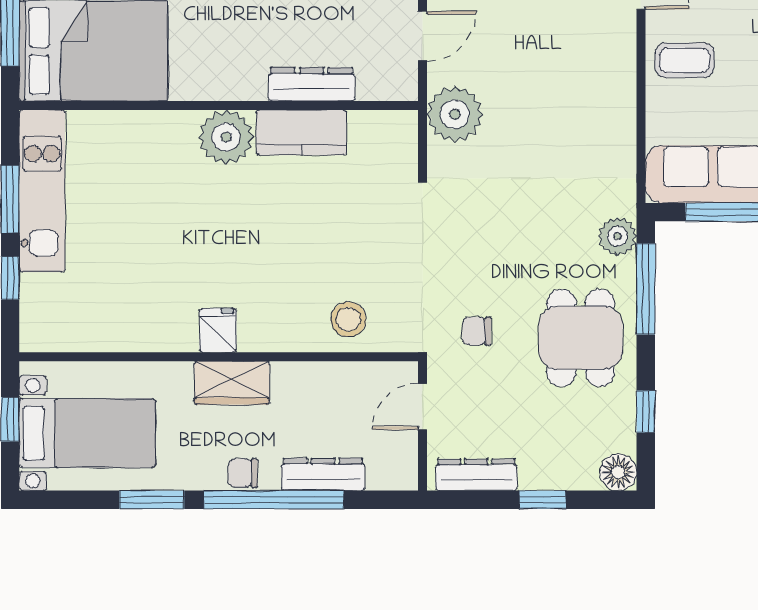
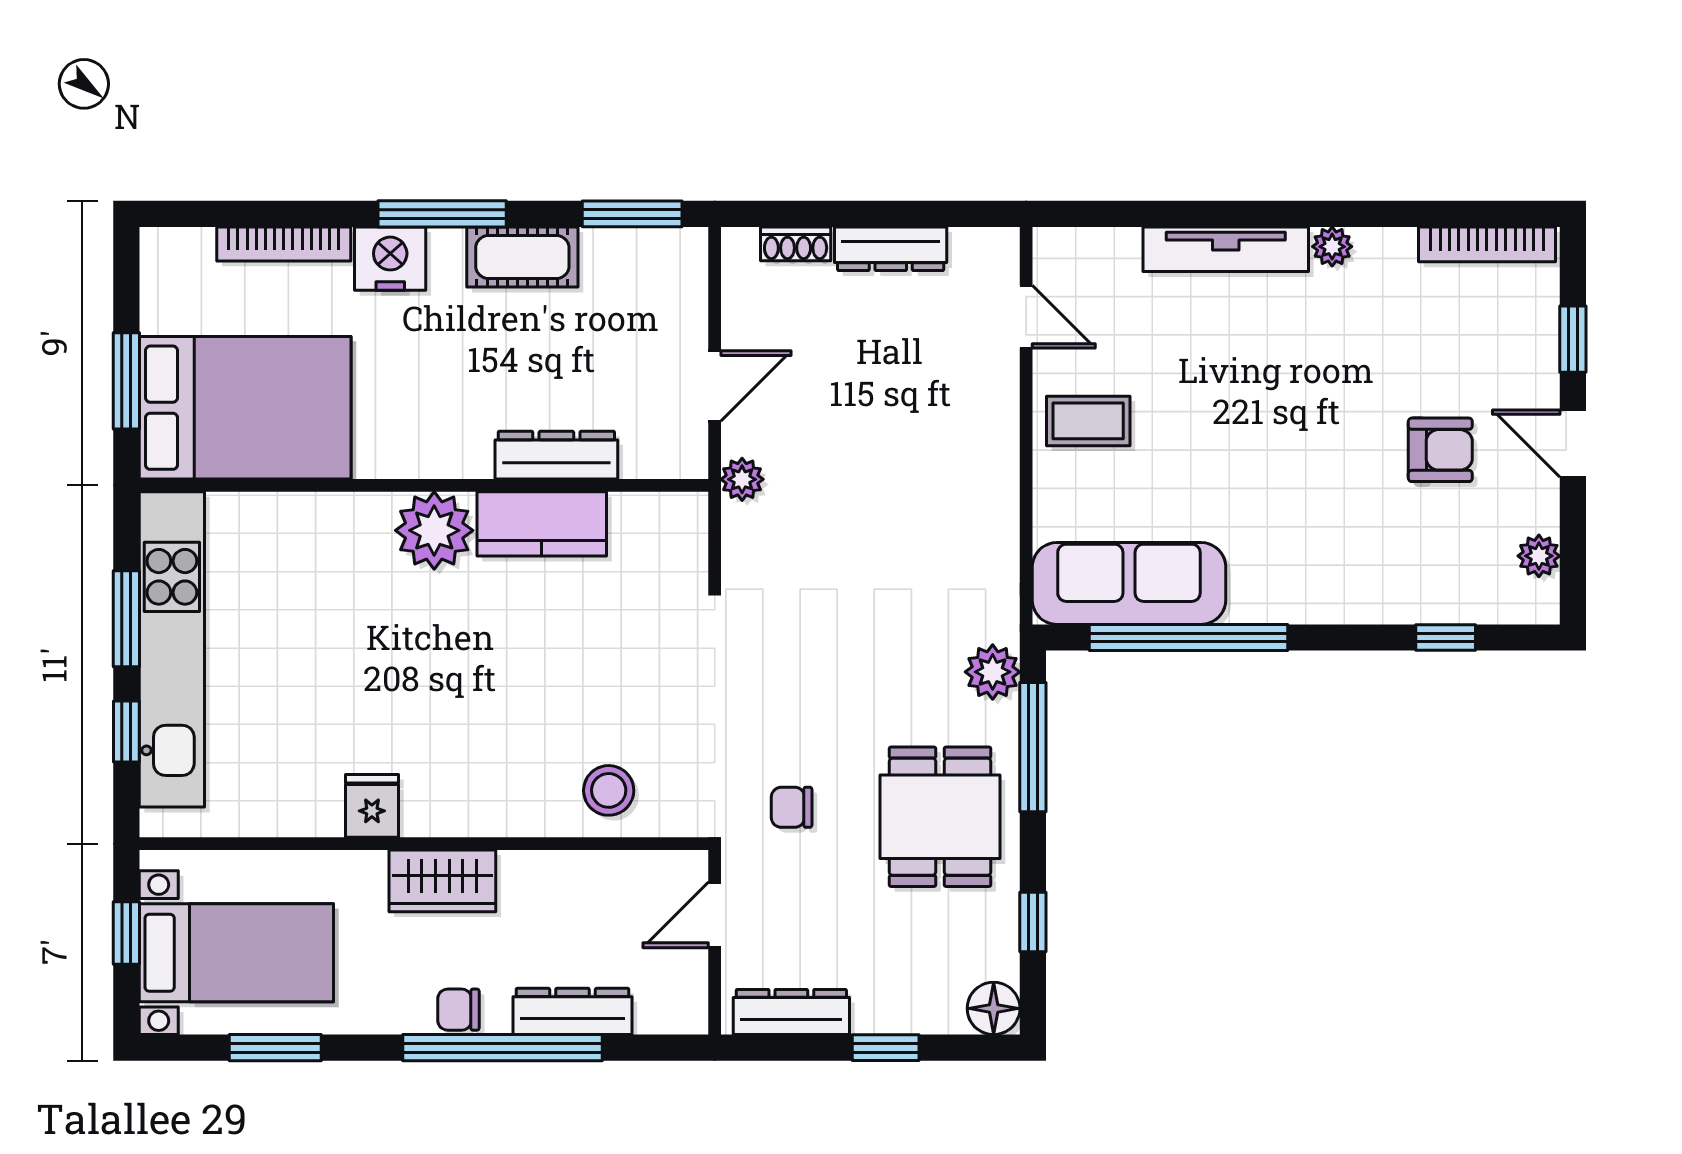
plant: (455, 114) -> (742, 479), width x0.53, depth x0.53
kitchen unit: (42, 191) -> (172, 649), width x1.36
fridge: (218, 330) -> (372, 806), moved
window: (152, 500) -> (275, 1048), moved

